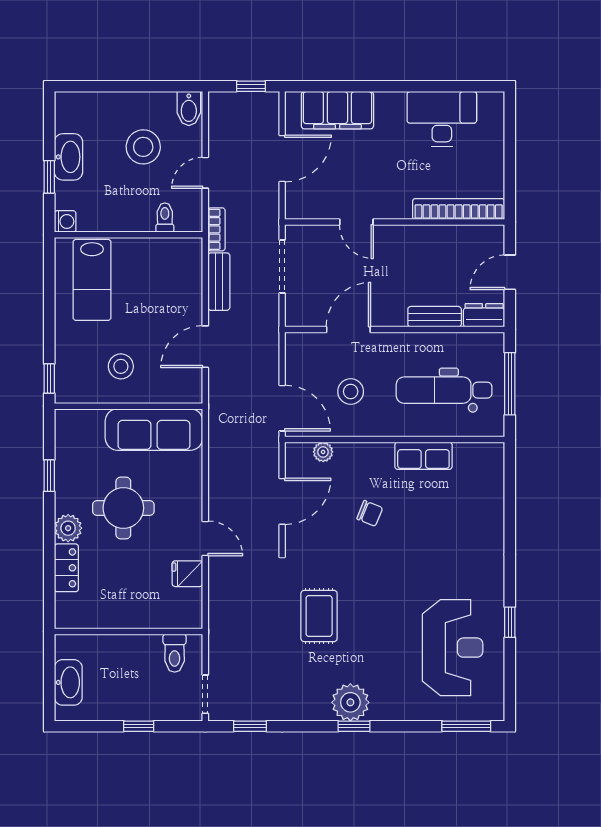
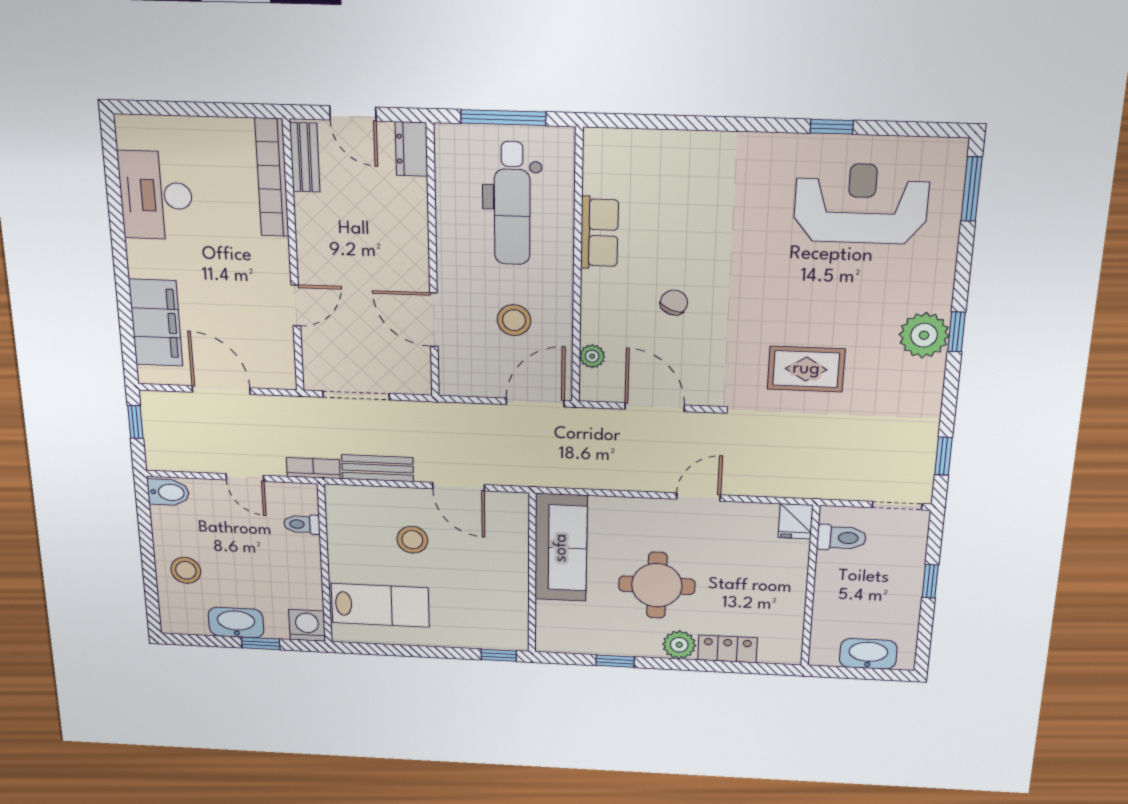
stool: (143, 147) -> (186, 570), moved, width x0.73, depth x0.73
washing machine: (65, 221) -> (307, 625), width x1.38, depth x1.38
bench: (435, 317) -> (305, 157), moved
stool: (121, 366) -> (412, 540), moved
fridge: (187, 574) -> (796, 521), moved

